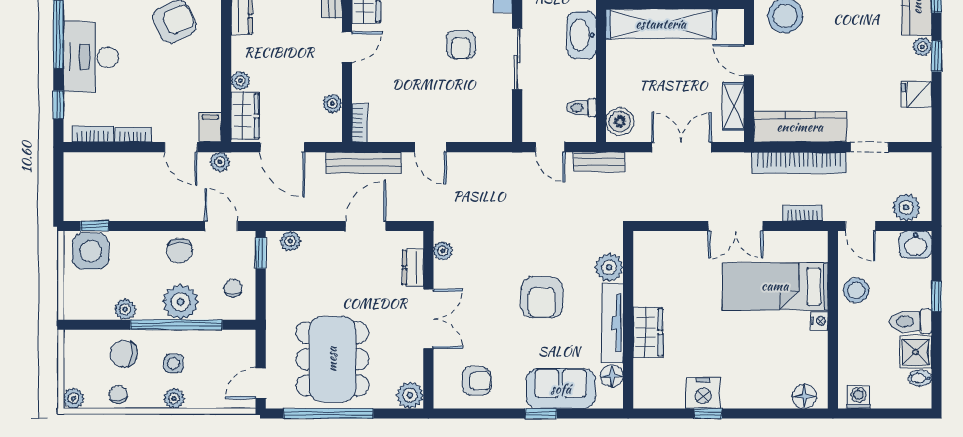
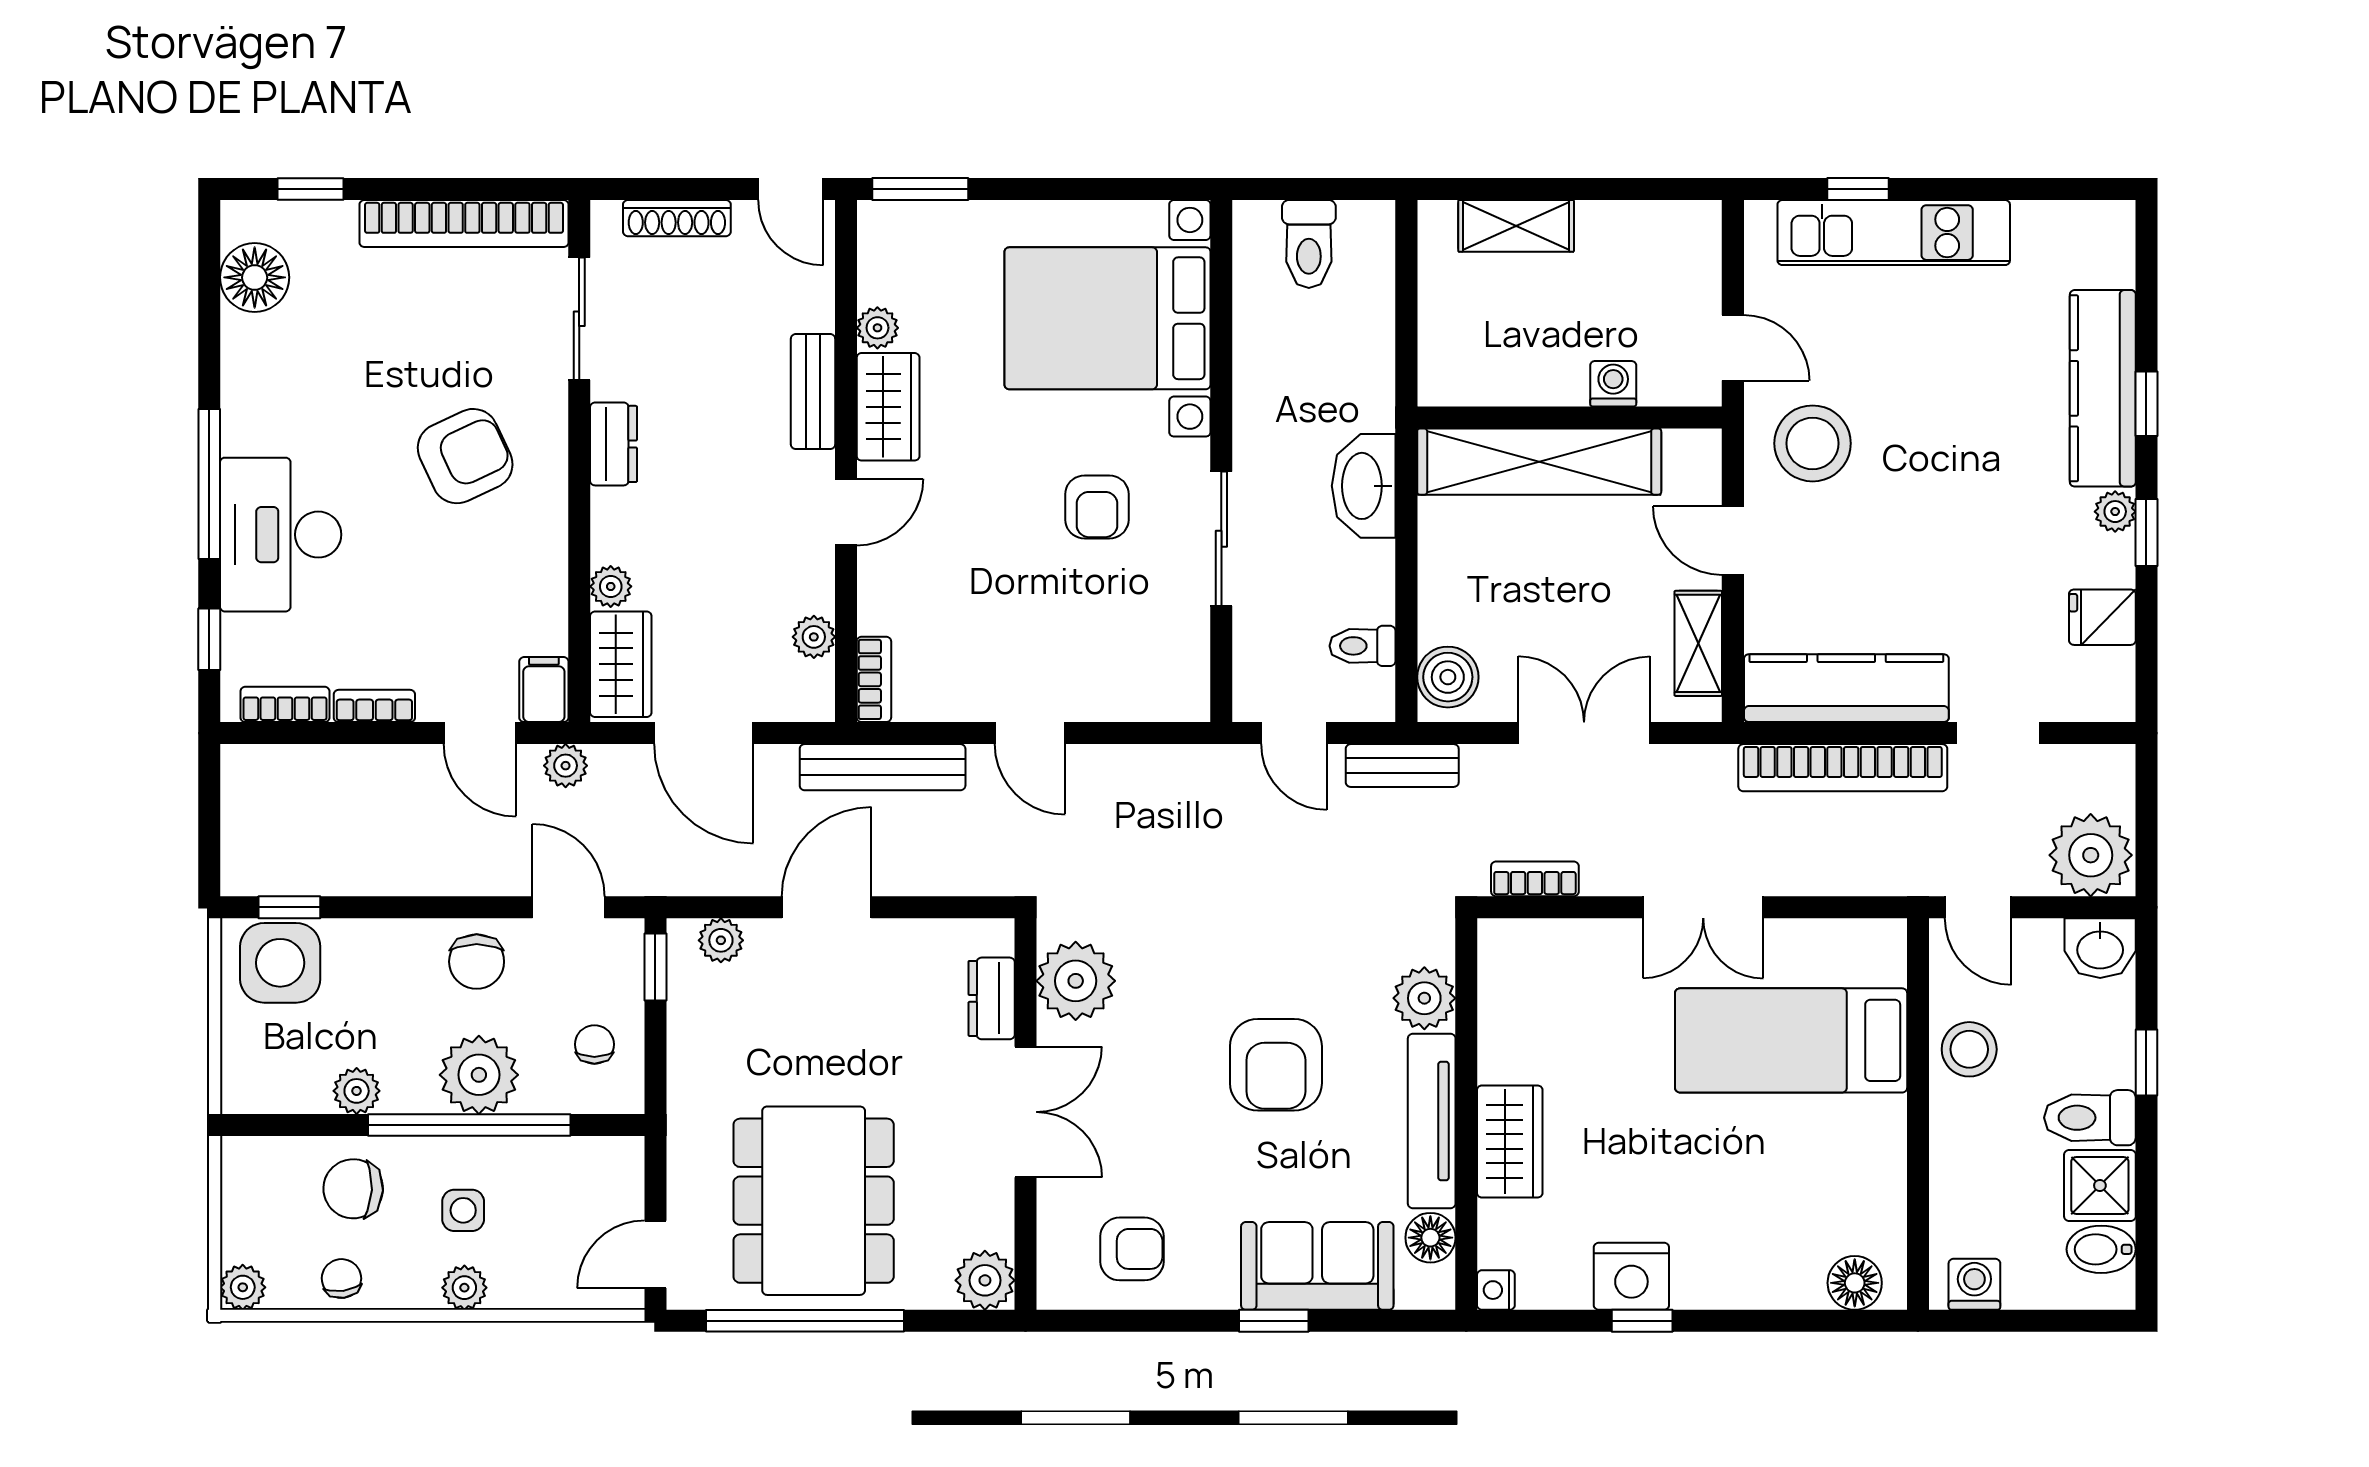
plant: (906, 207) -> (2091, 855), width x1.36, depth x1.36
bookcase: (803, 213) -> (1535, 879), moved
door: (366, 226) -> (827, 907), moved
plant: (443, 251) -> (1076, 981), width x1.88, depth x1.88
nightstand: (819, 321) -> (1496, 1290), moved, turned 180
bidet: (920, 378) -> (2101, 1249), width x1.38, depth x1.36

